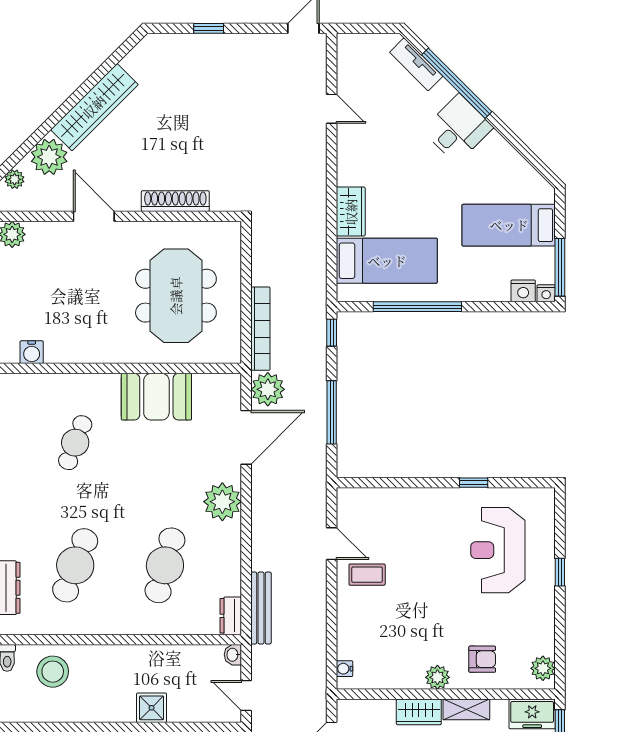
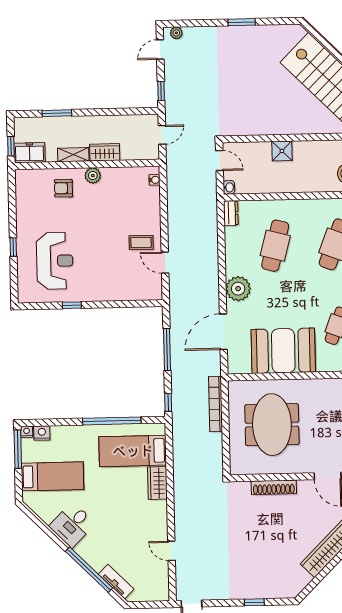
desk: (458, 129) -> (72, 525), moved
plant: (268, 389) -> (210, 364), removed
booth: (156, 397) -> (283, 351), width x1.36, depth x1.42
bench: (261, 608) -> (211, 219), removed
plant: (543, 668) -> (23, 183), removed

